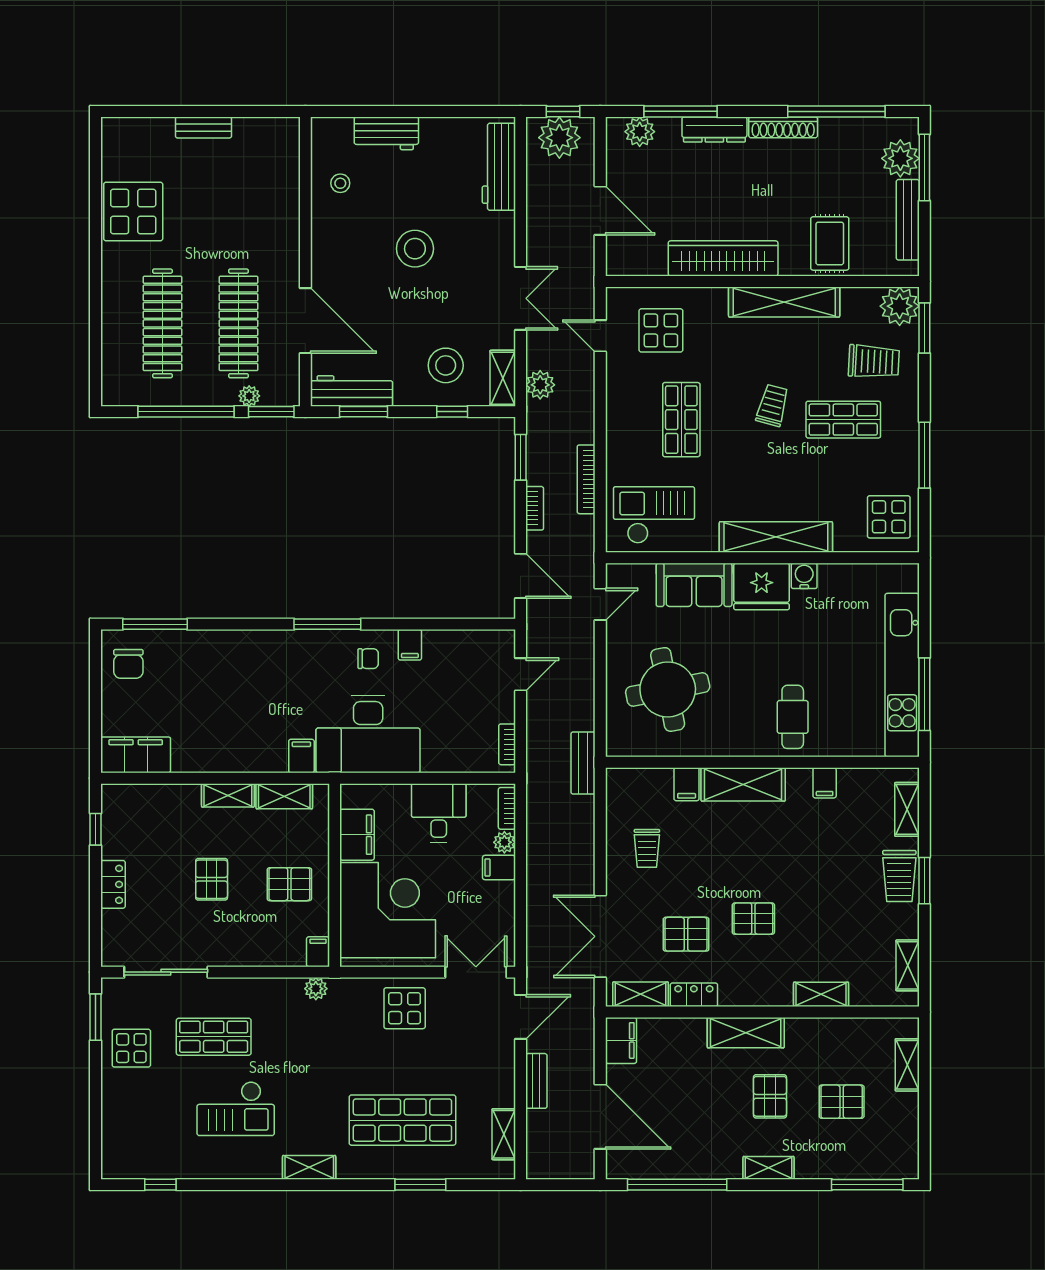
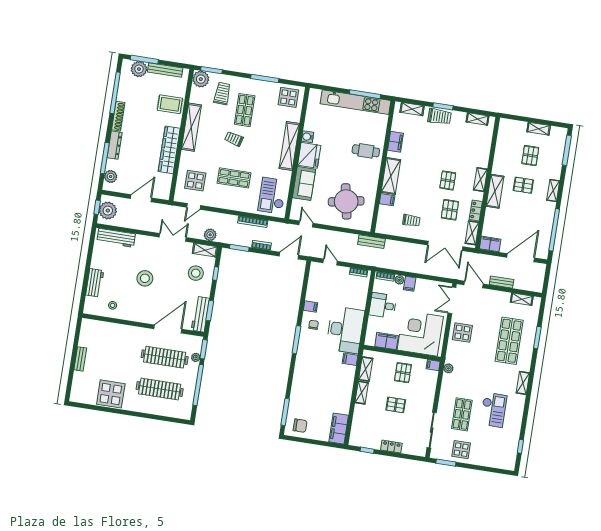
filing cabinet: (825, 783) -> (396, 142), width x2.00
shelving: (821, 994) -> (480, 180), moved
shelving: (907, 1065) -> (539, 129), moved

